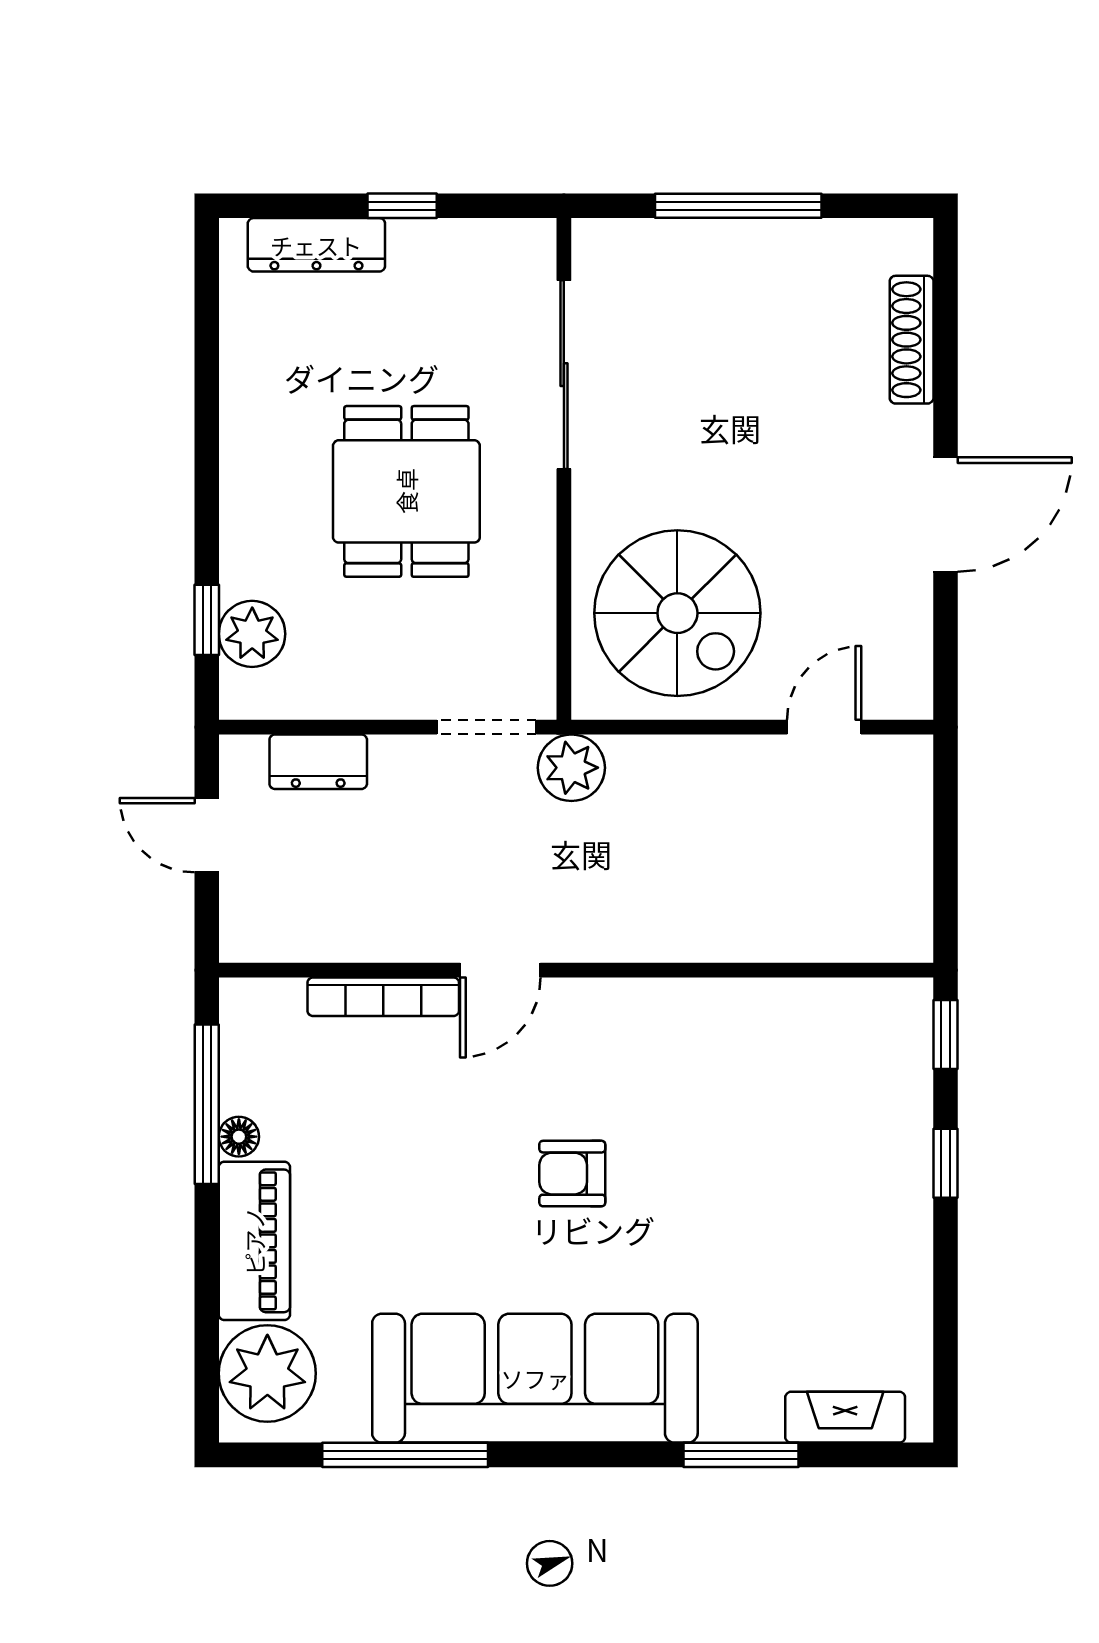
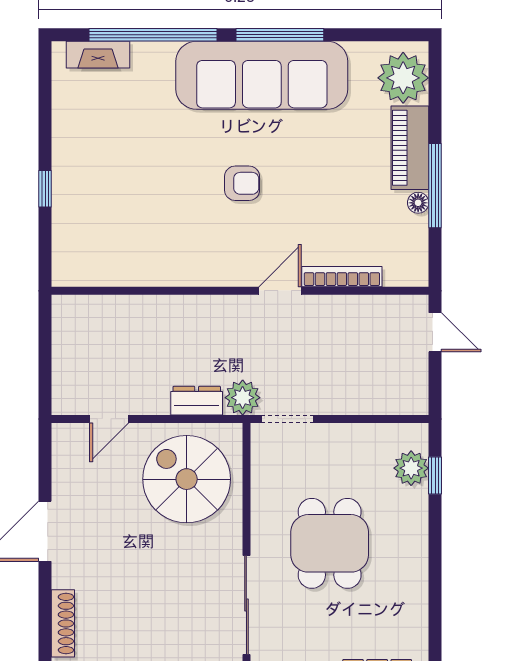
dresser: (318, 762) -> (197, 401), moved
door: (207, 835) -> (435, 332), moved
window: (945, 1034) -> (45, 257), removed
window: (207, 1104) -> (435, 186), moved
window: (405, 1455) -> (280, 35), moved
window: (741, 1455) -> (153, 35), width x2.11

